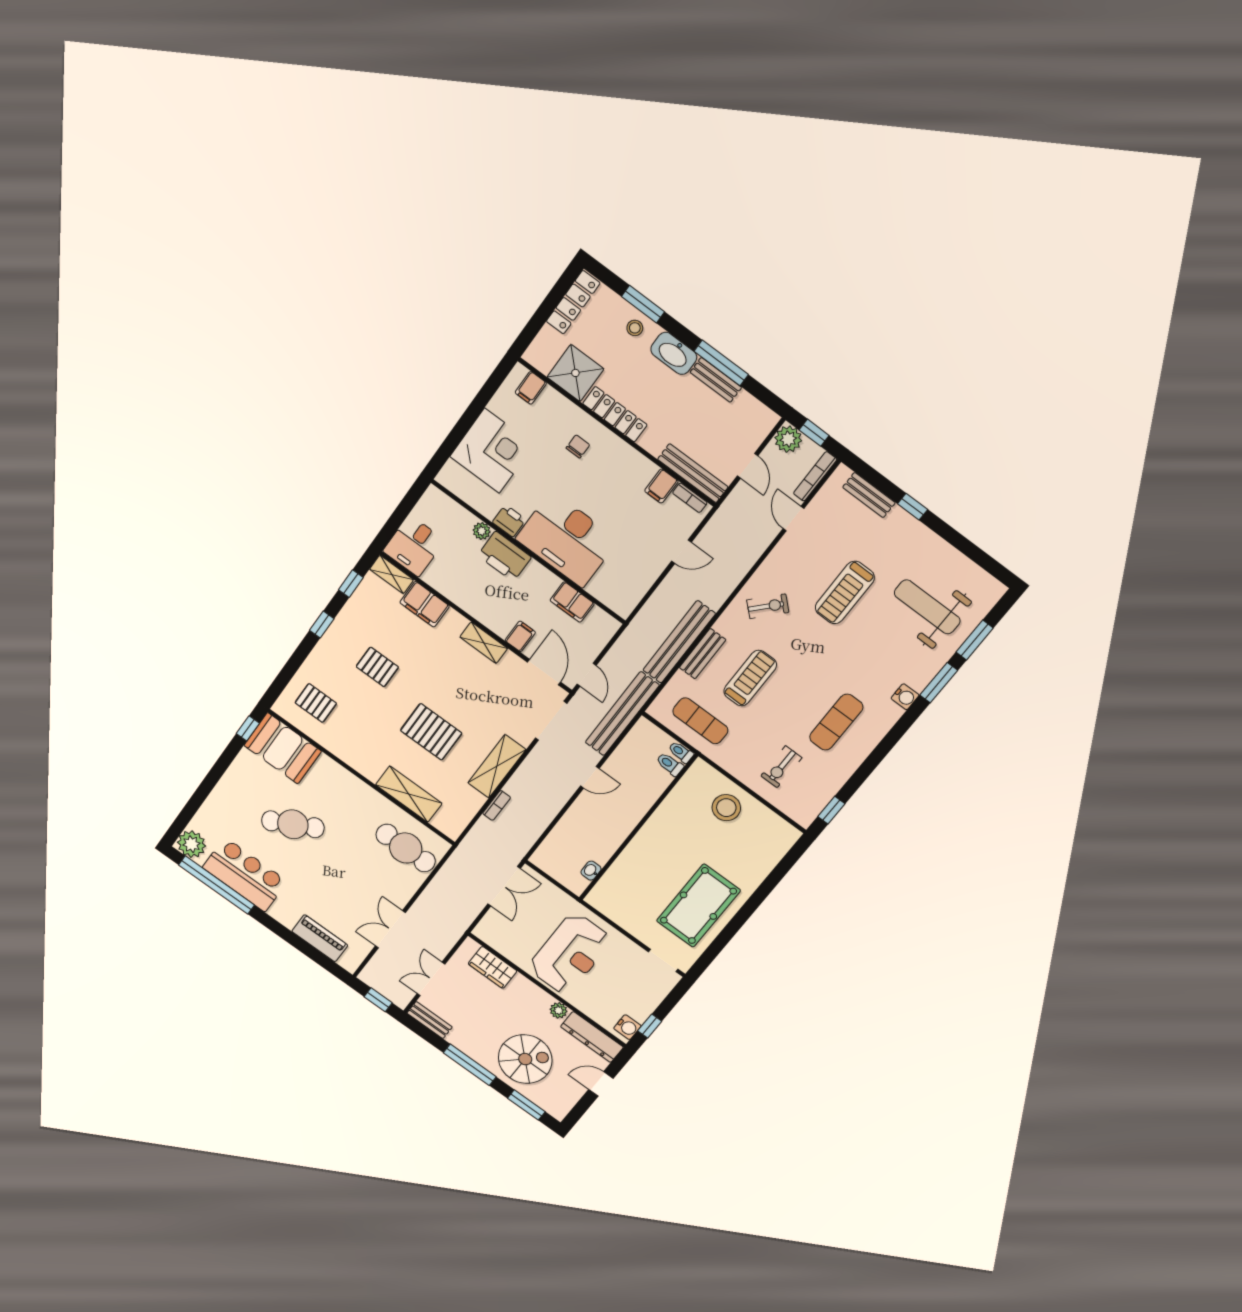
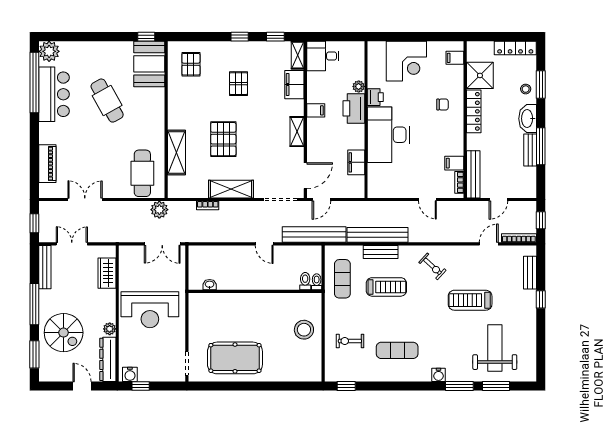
plant: (788, 439) -> (159, 210), moved
filing cabinet: (520, 636) -> (316, 110), moved
bench: (430, 1020) -> (45, 267), width x1.36

